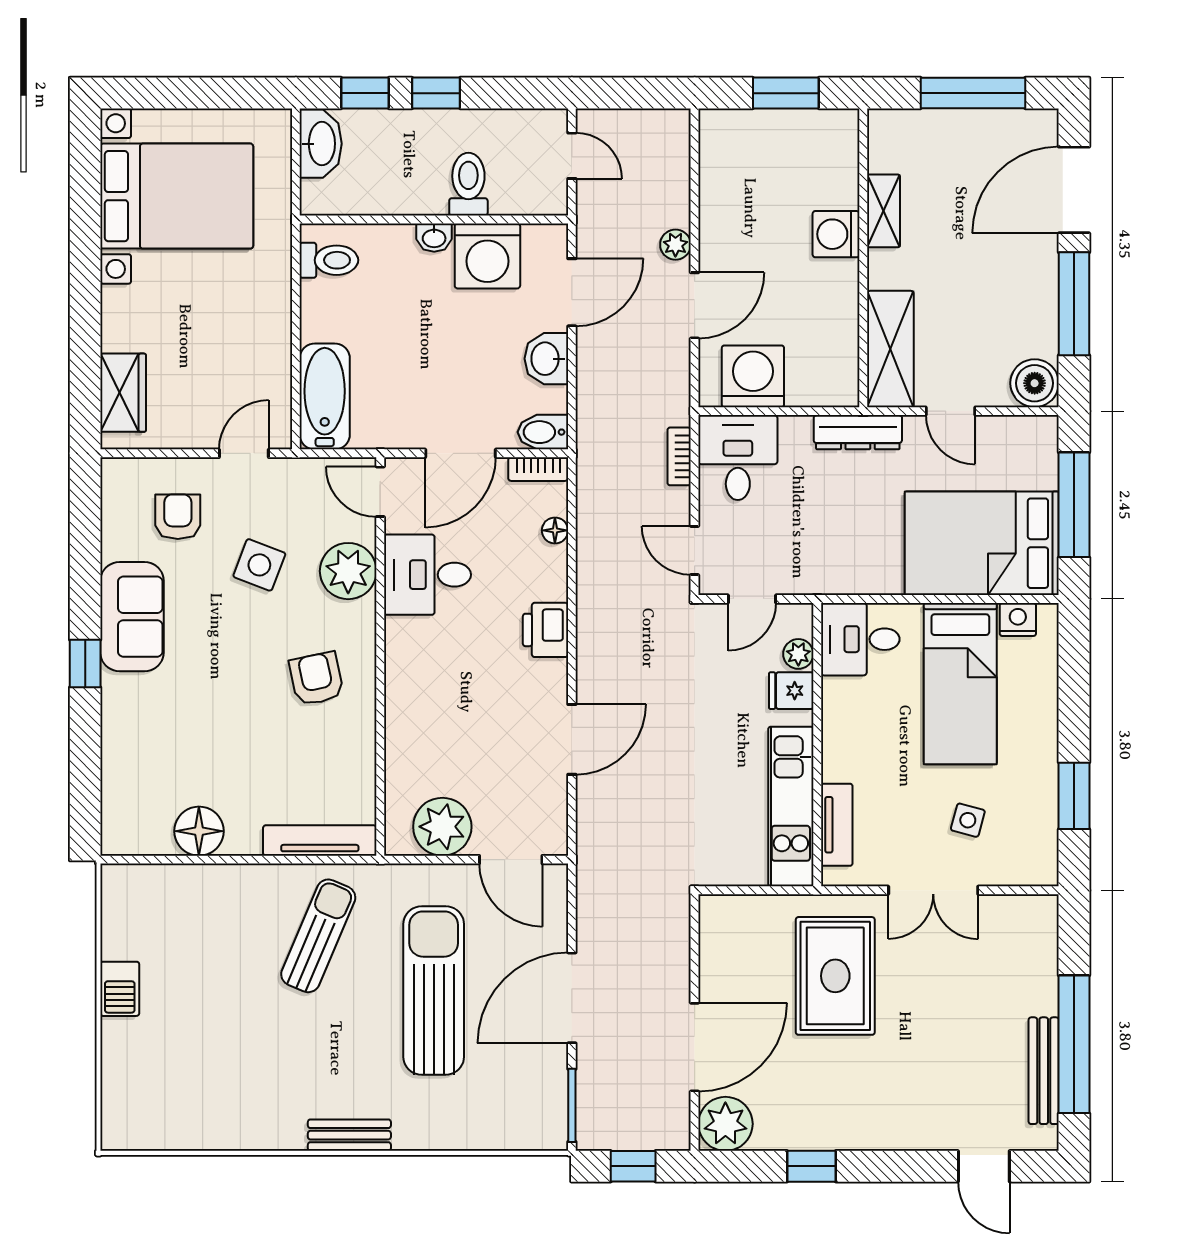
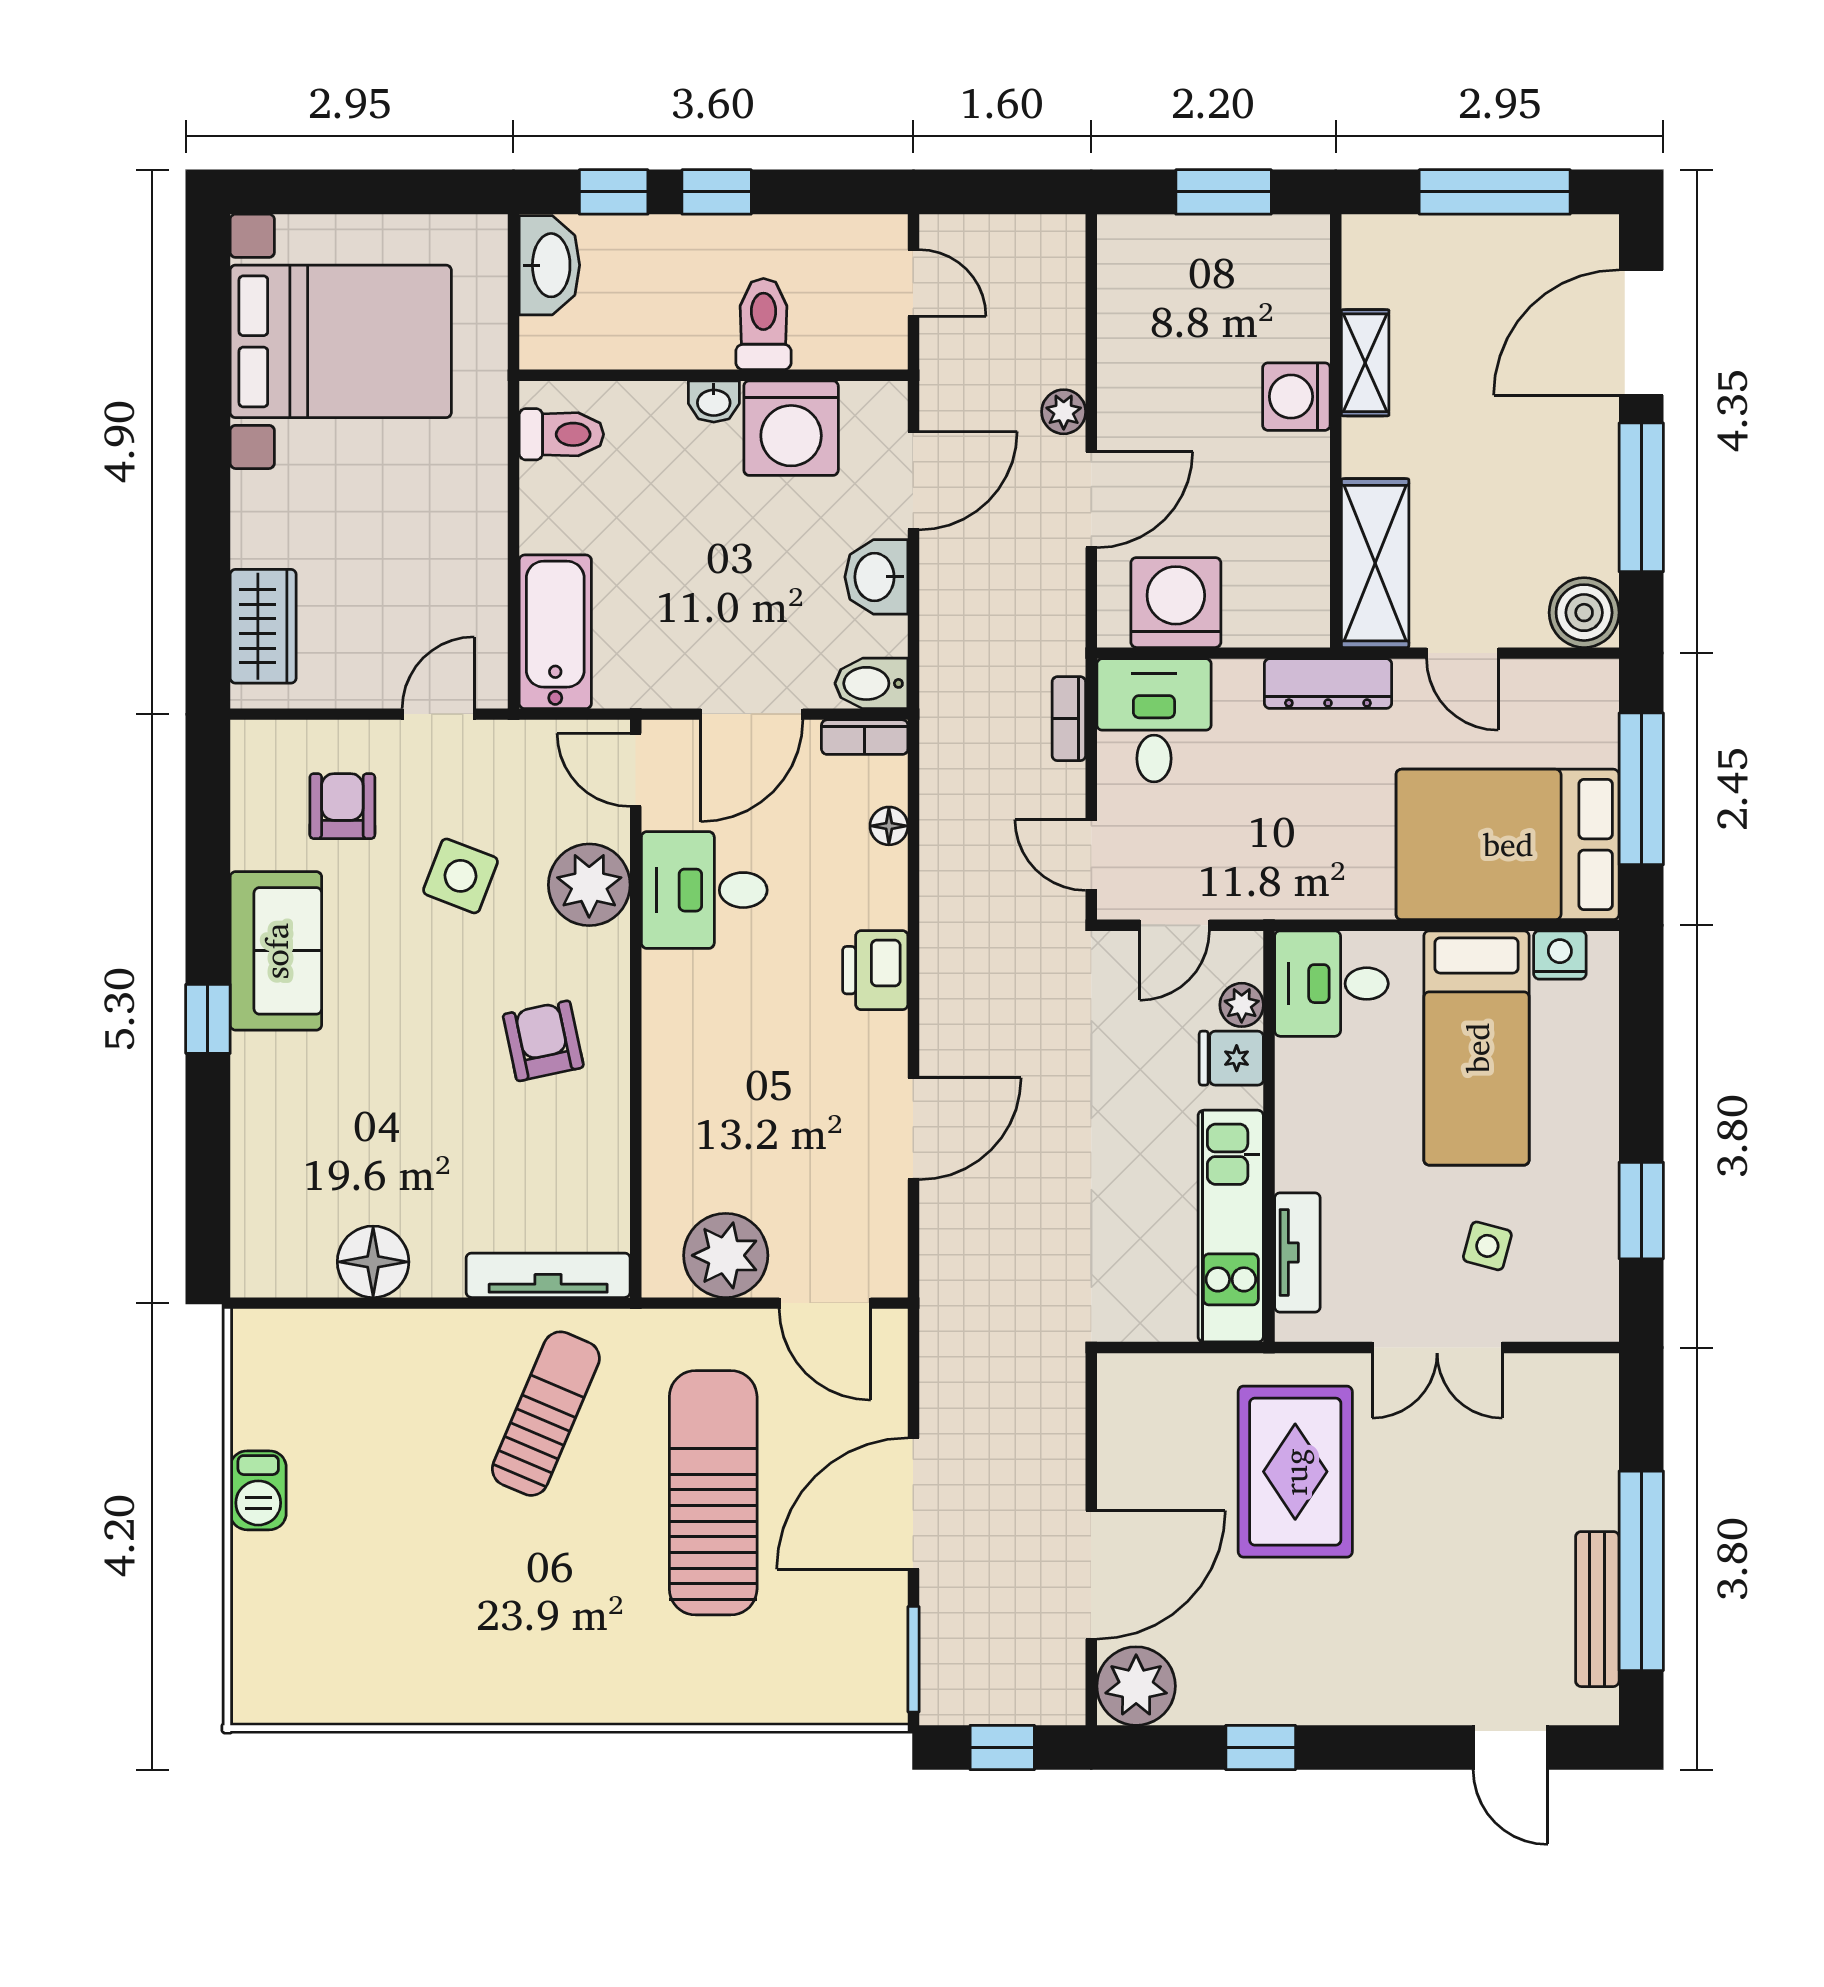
bench: (349, 1135) -> (591, 1702), removed

